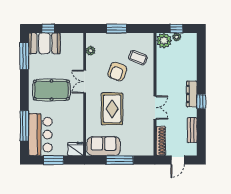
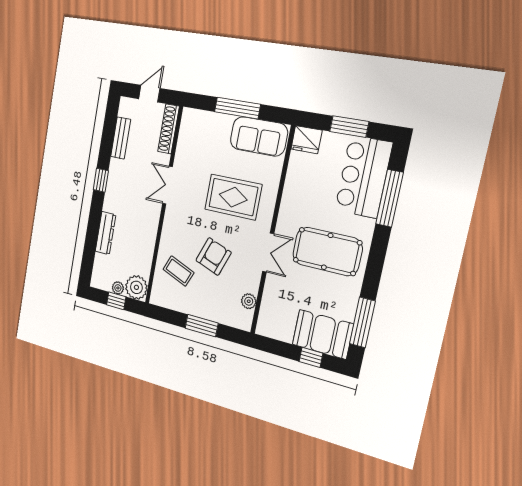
dresser: (192, 94) -> (106, 233), moved
rug: (112, 109) -> (233, 197), turned 90

